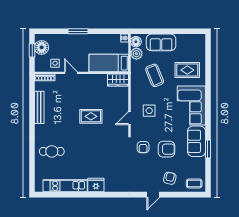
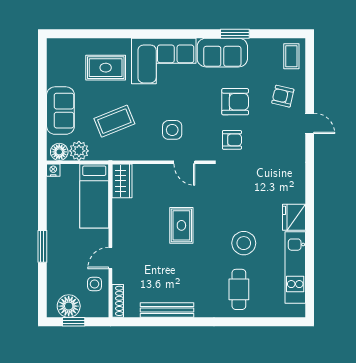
rug: (187, 70) -> (106, 68), turned 90
armchair: (166, 149) -> (235, 102), turned 90
stool: (80, 154) -> (244, 243), added

